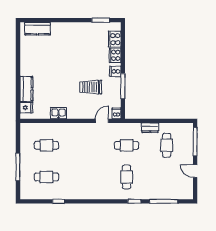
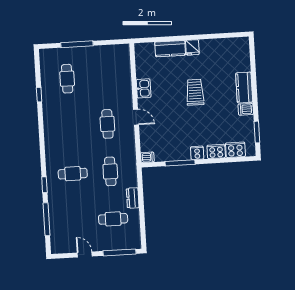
dishwasher: (81, 28) -> (246, 109), added
kitchen counter: (37, 29) -> (244, 88), moved
trolley: (91, 87) -> (195, 92), moved
fridge: (26, 108) -> (192, 47), moved
door: (102, 121) -> (136, 117), moved
cafe table: (46, 145) -> (107, 124), moved
door: (195, 171) -> (85, 254), hinge flipped

